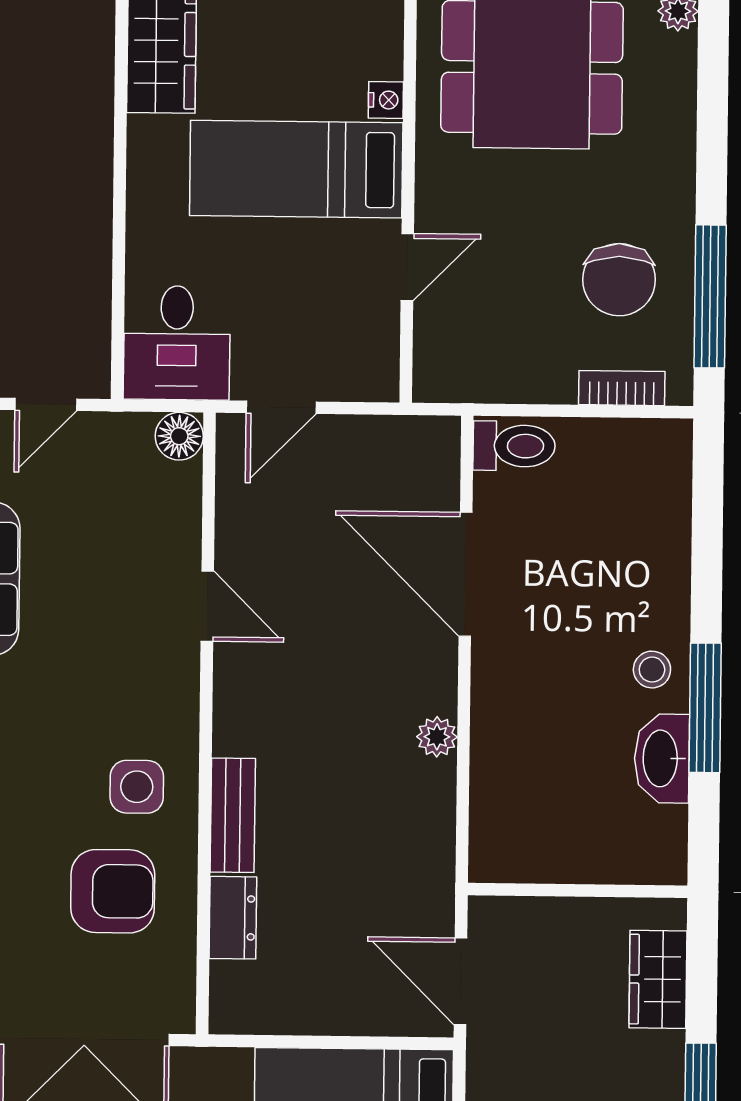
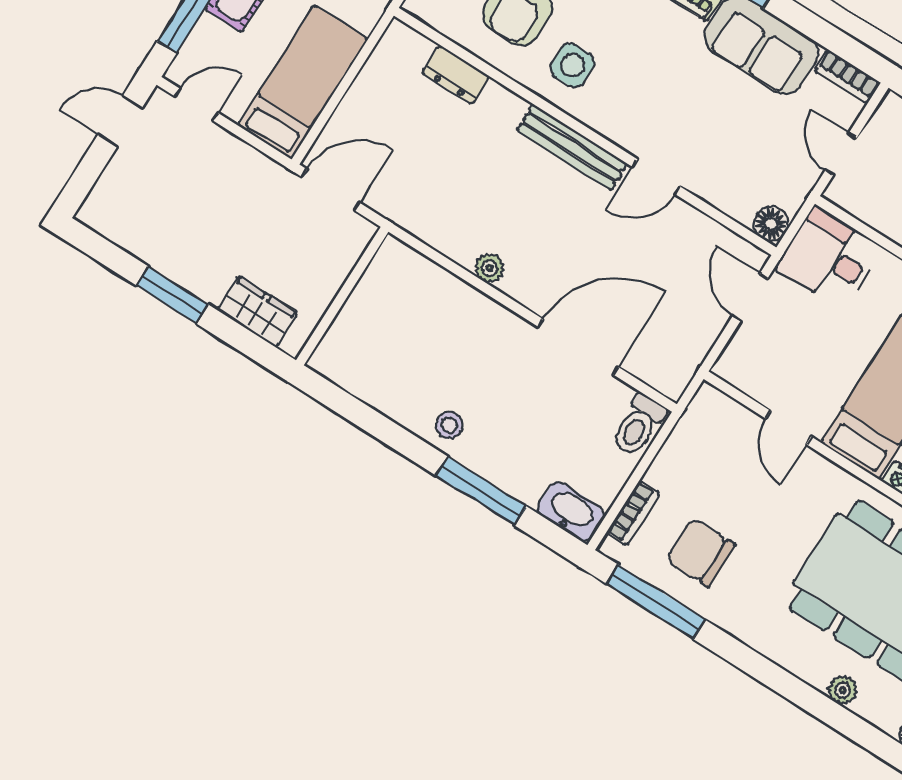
window: (705, 708) -> (481, 491), moved
washbasin: (662, 758) -> (571, 512), moved
bench: (233, 815) -> (572, 147), moved, width x1.36

